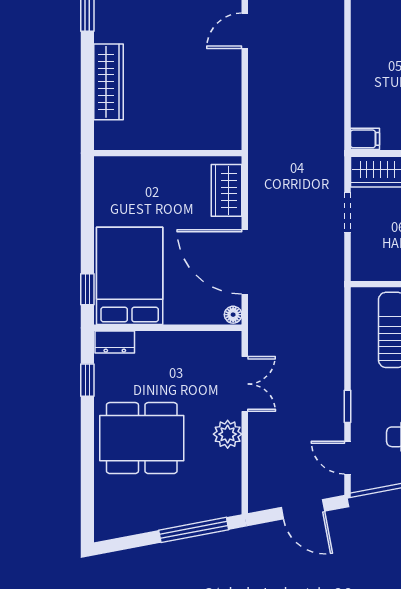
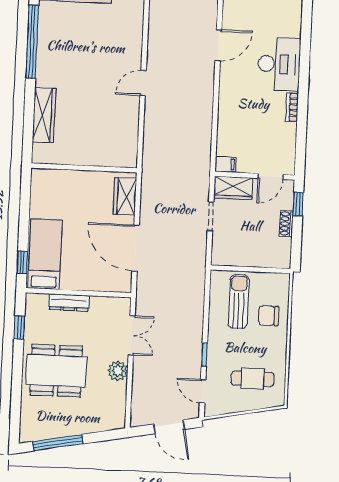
bed: (130, 276) -> (45, 254), width x0.67
floor lamp: (233, 315) -> (126, 285), removed
dresser: (115, 342) -> (69, 302), moved, width x1.44
window: (194, 530) -> (58, 443), moved

